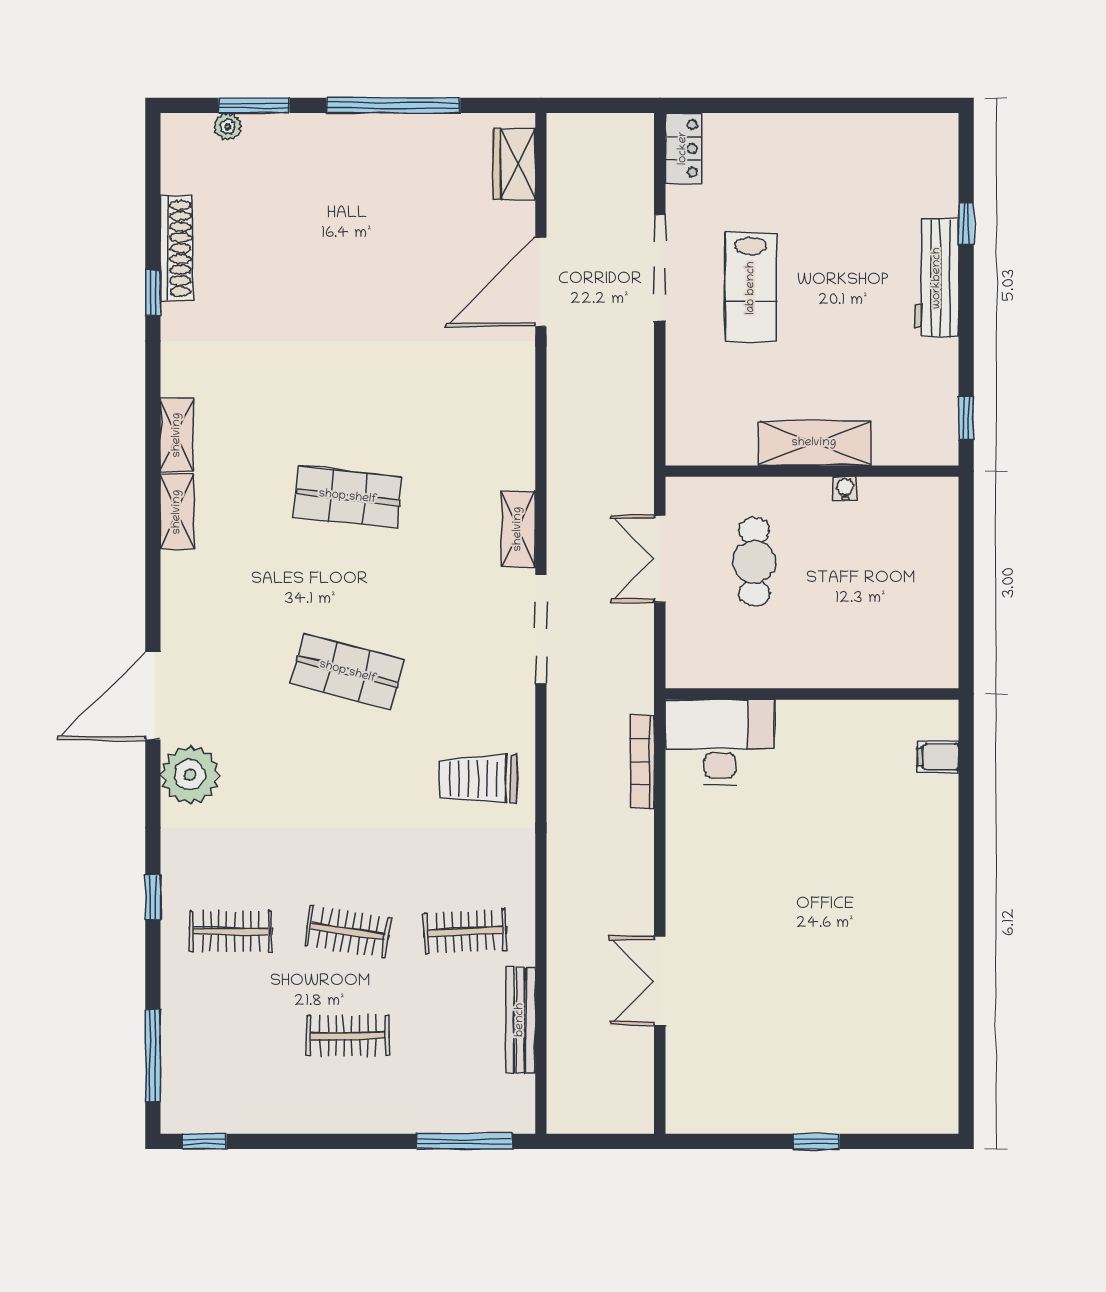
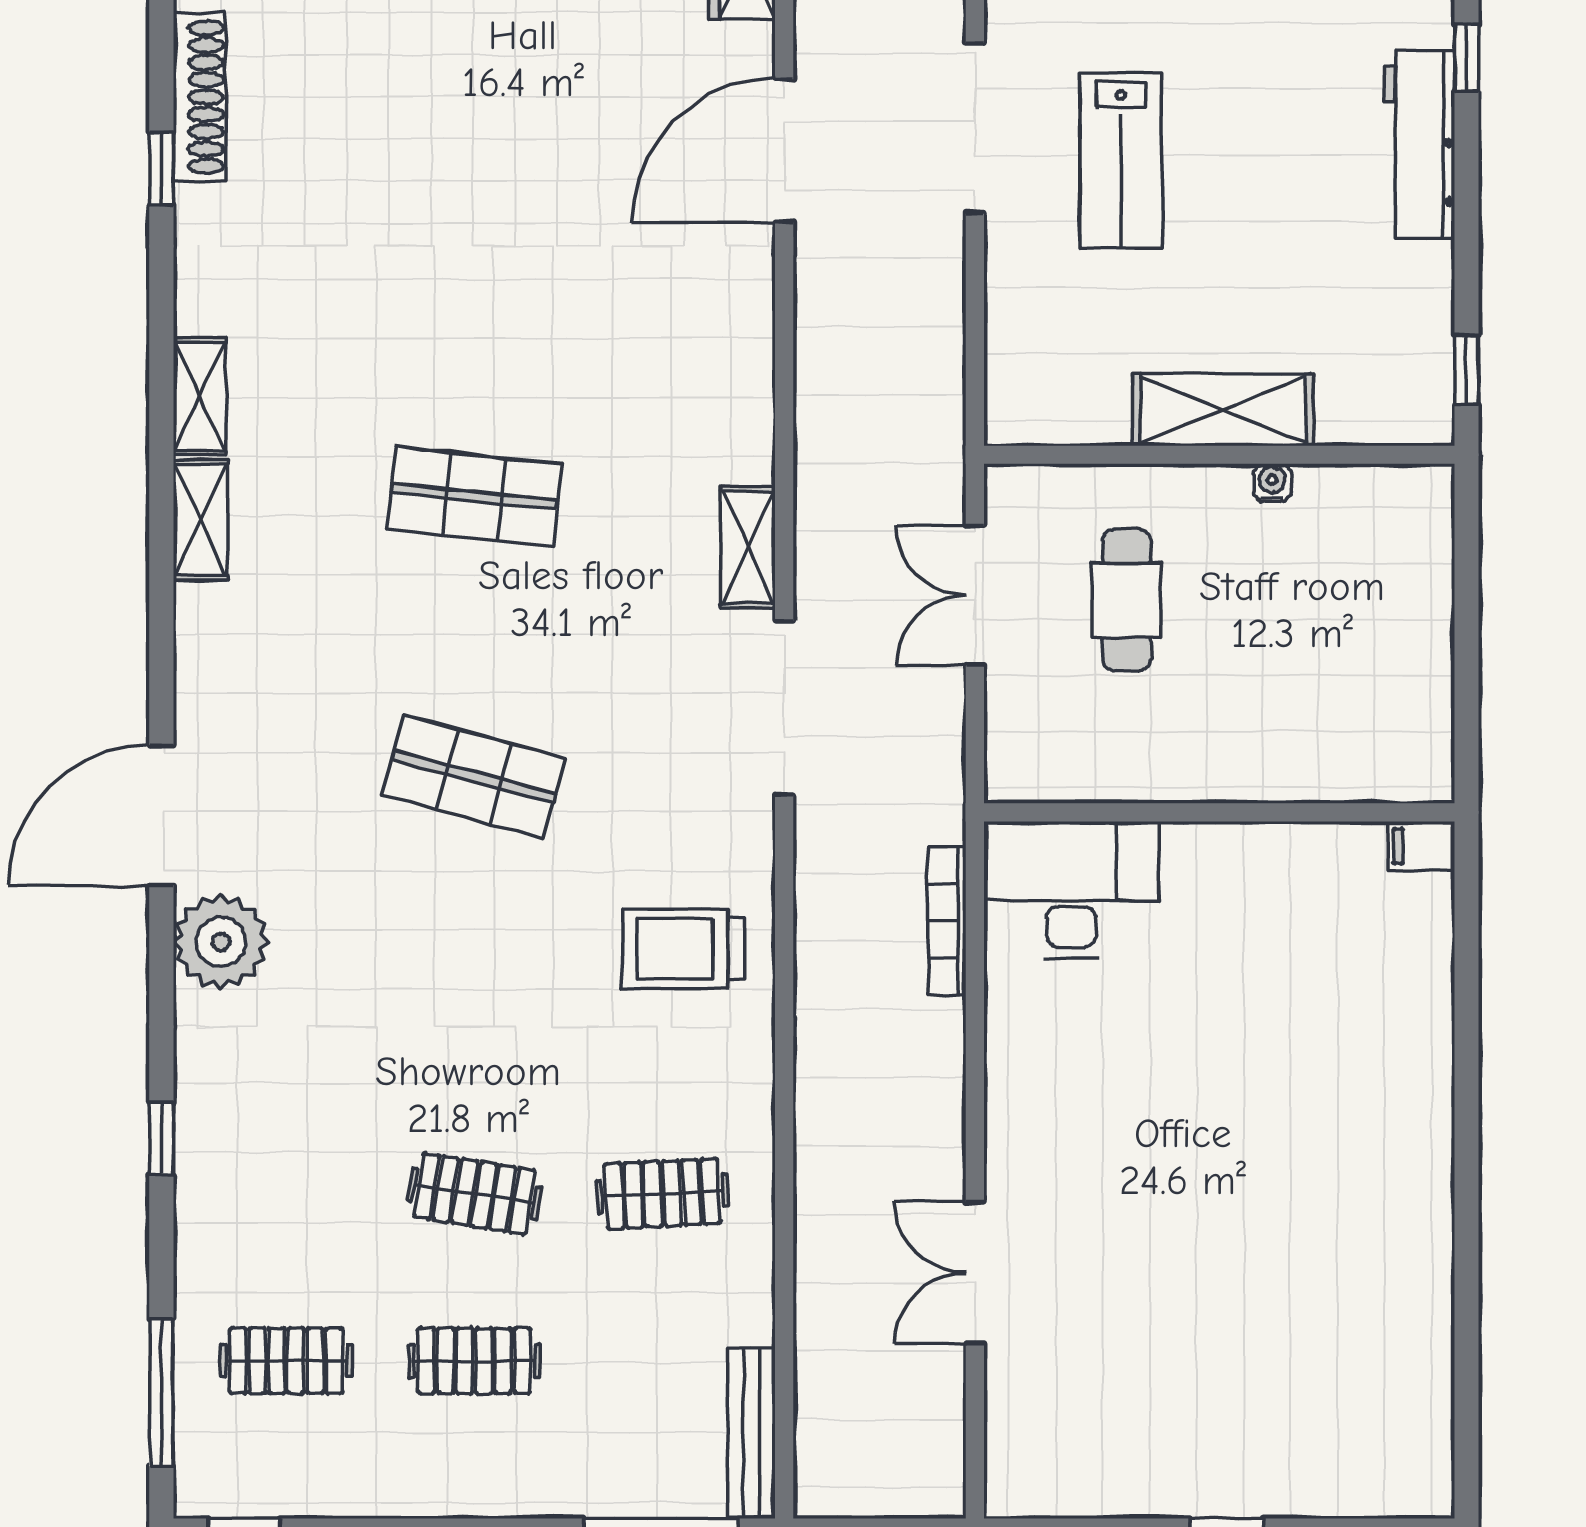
filing cabinet: (938, 757) -> (1421, 846), moved
clothes rail: (231, 932) -> (286, 1361), moved
bench: (520, 1020) -> (751, 1432), moved

